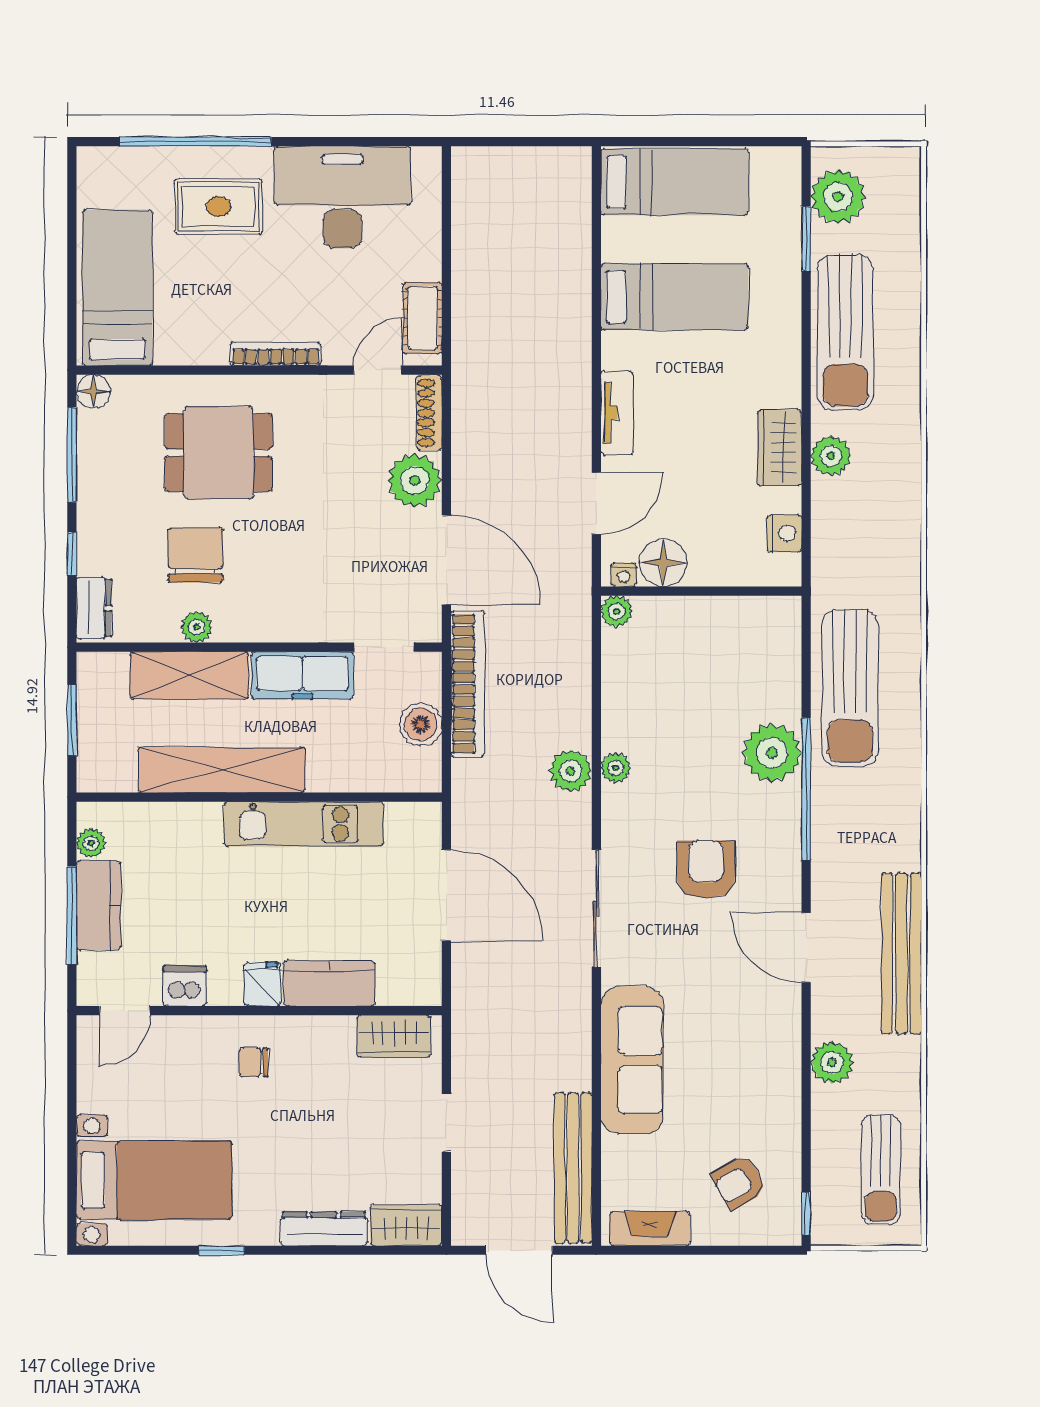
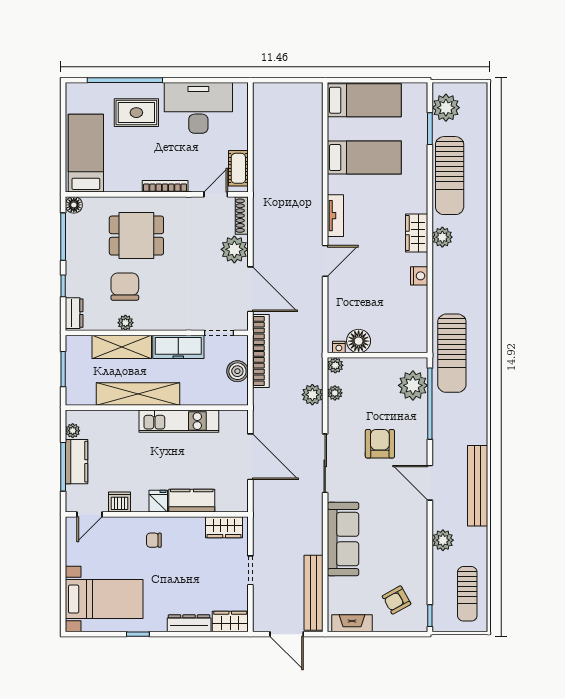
floor lamp: (663, 563) -> (359, 341), moved
nightstand: (624, 575) -> (339, 347), moved
wall: (701, 591) -> (378, 355), moved
plant: (617, 611) -> (335, 365), moved

